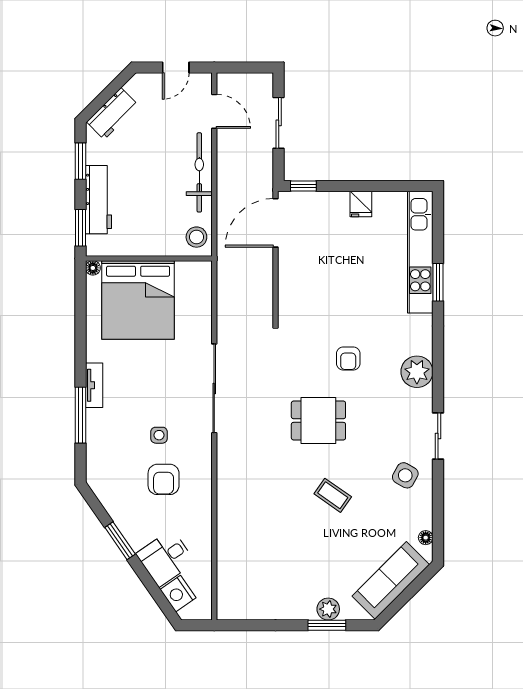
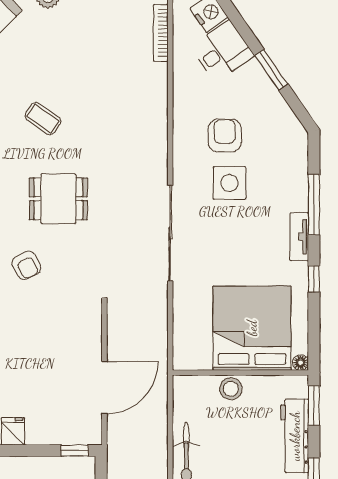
door: (276, 223) -> (104, 388), moved
stool: (196, 237) -> (231, 389), moved
window: (80, 346) -> (314, 279), added
armchair: (348, 358) -> (26, 265), turned 153
side table: (159, 435) -> (229, 183), width x1.87, depth x1.87
bookcase: (223, 575) -> (161, 33), added

